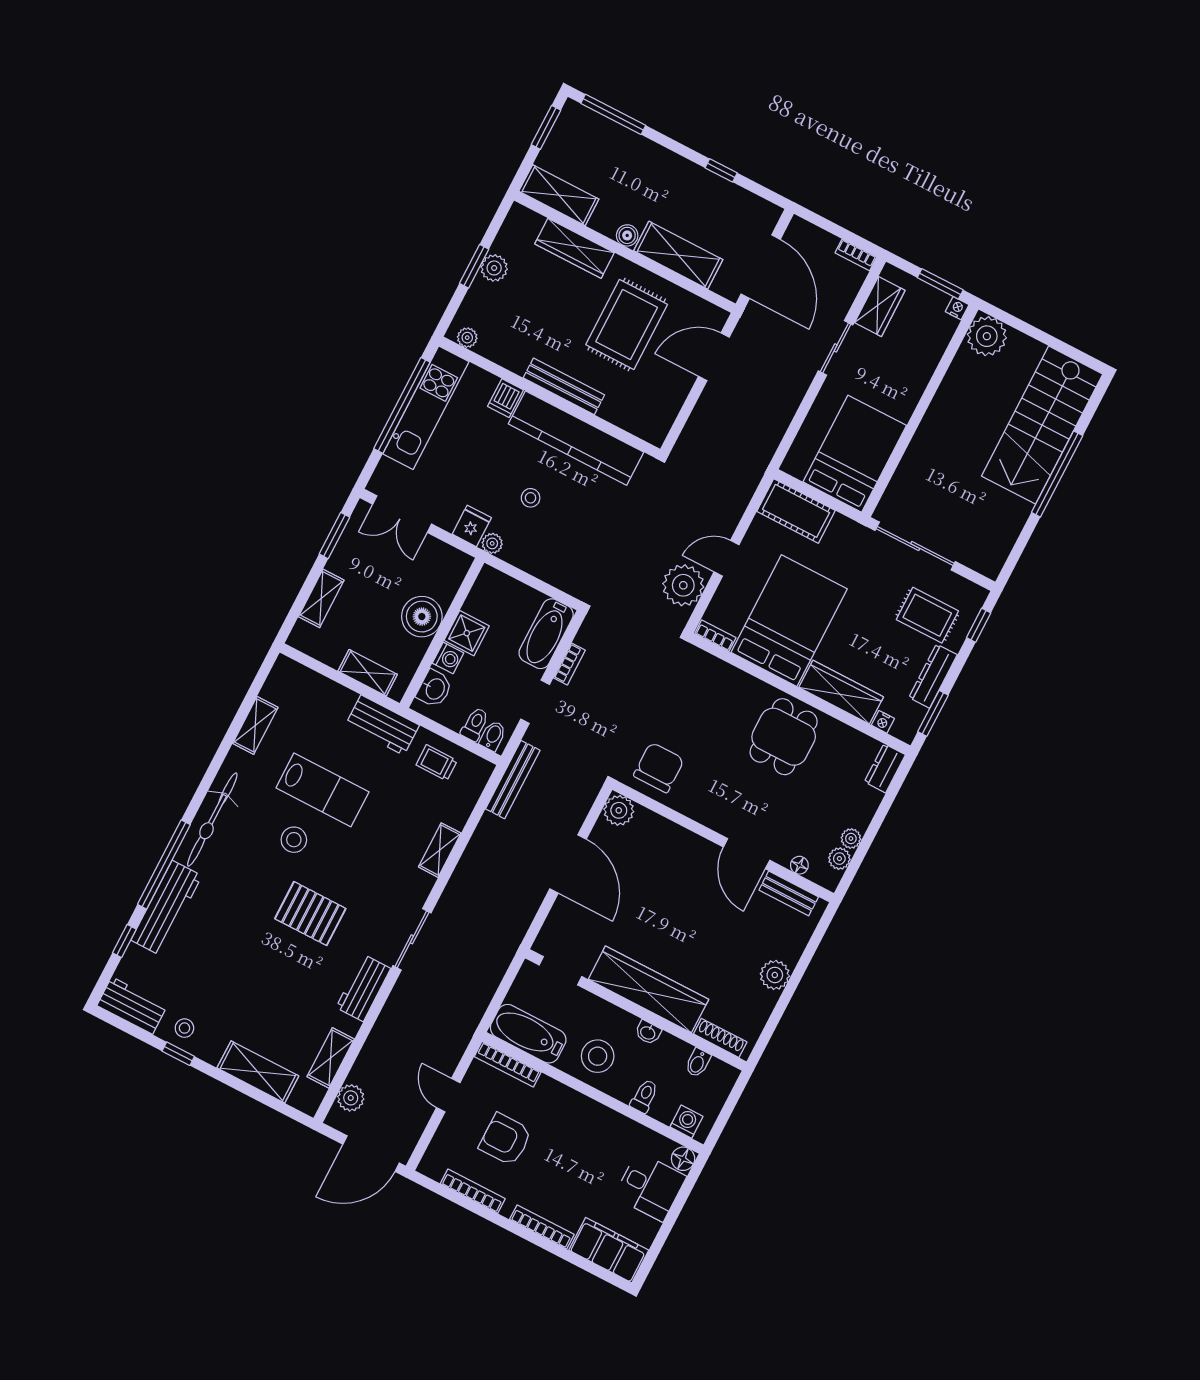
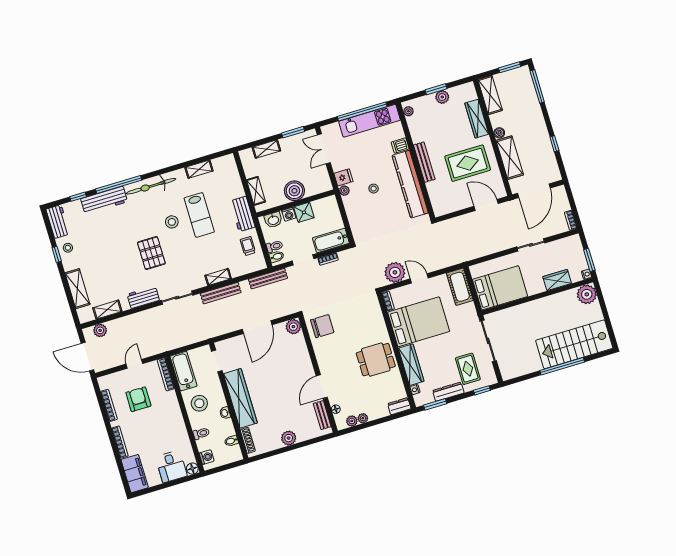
wardrobe: (880, 307) -> (557, 280), moved, turned 180
bench: (467, 869) -> (221, 293), added

